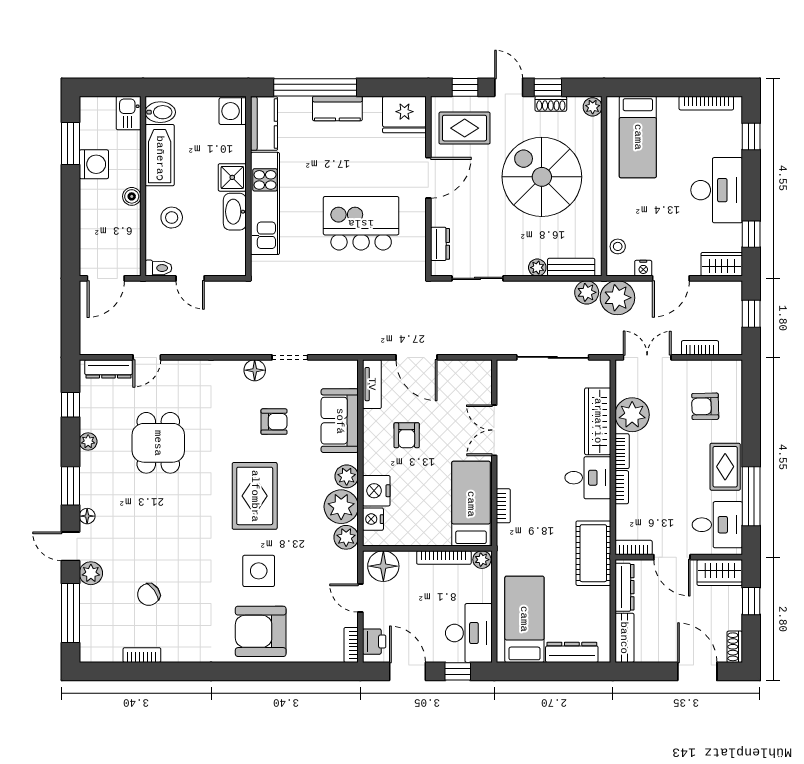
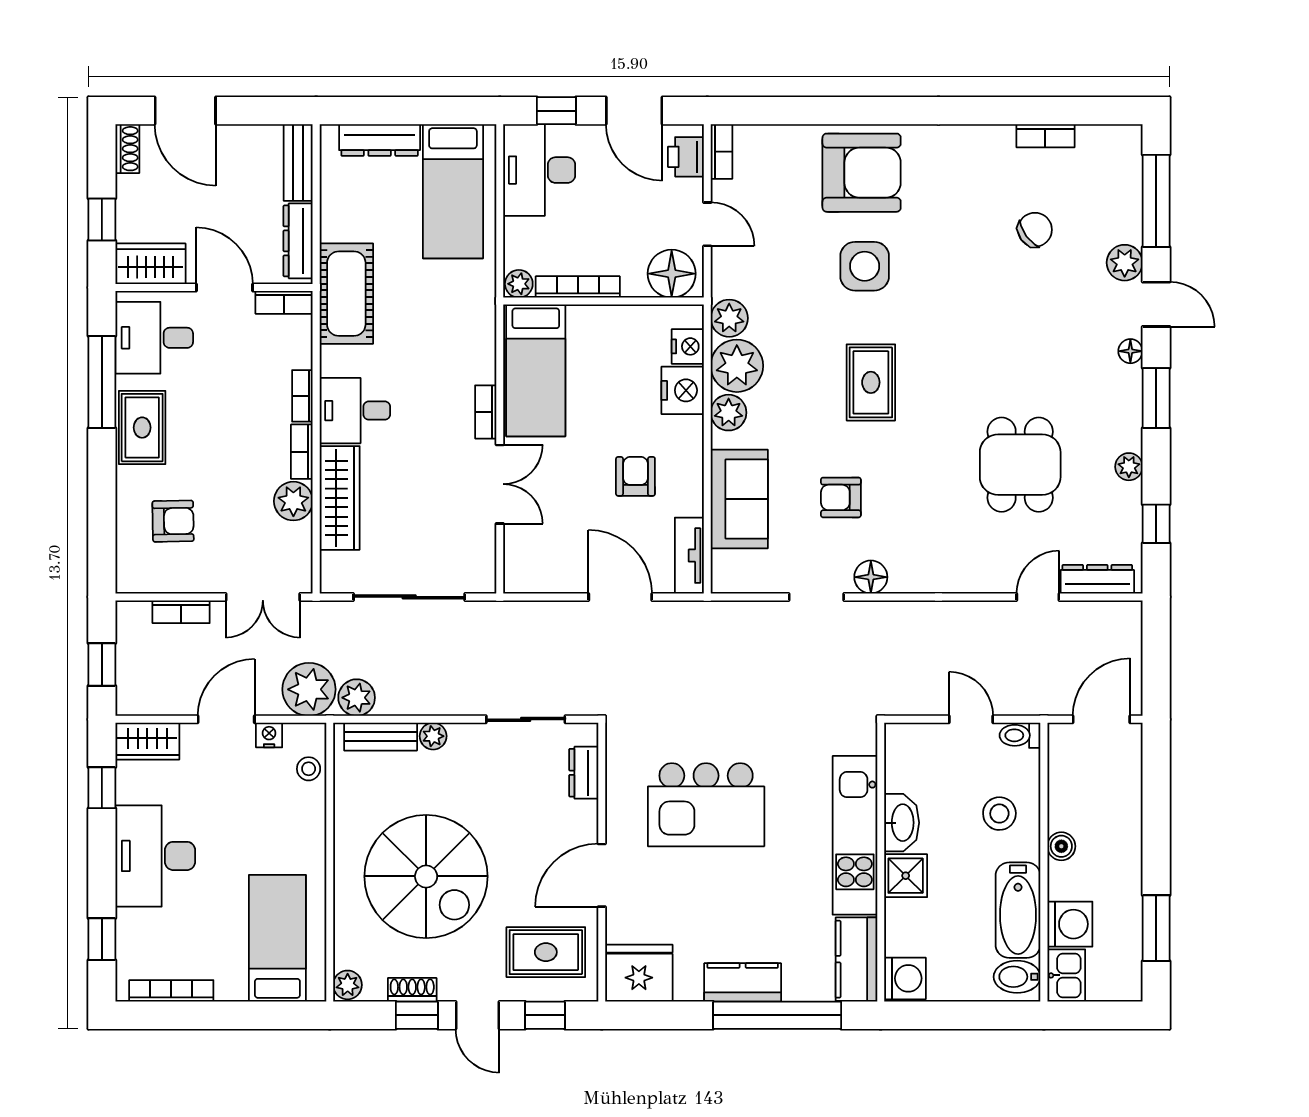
washing machine: (94, 164) -> (1070, 924), moved, turned 180
plant: (632, 415) -> (293, 501), width x0.73, depth x0.73
rug: (255, 496) -> (871, 382), width x0.73, depth x0.70
bookcase: (503, 506) -> (486, 412), moved

